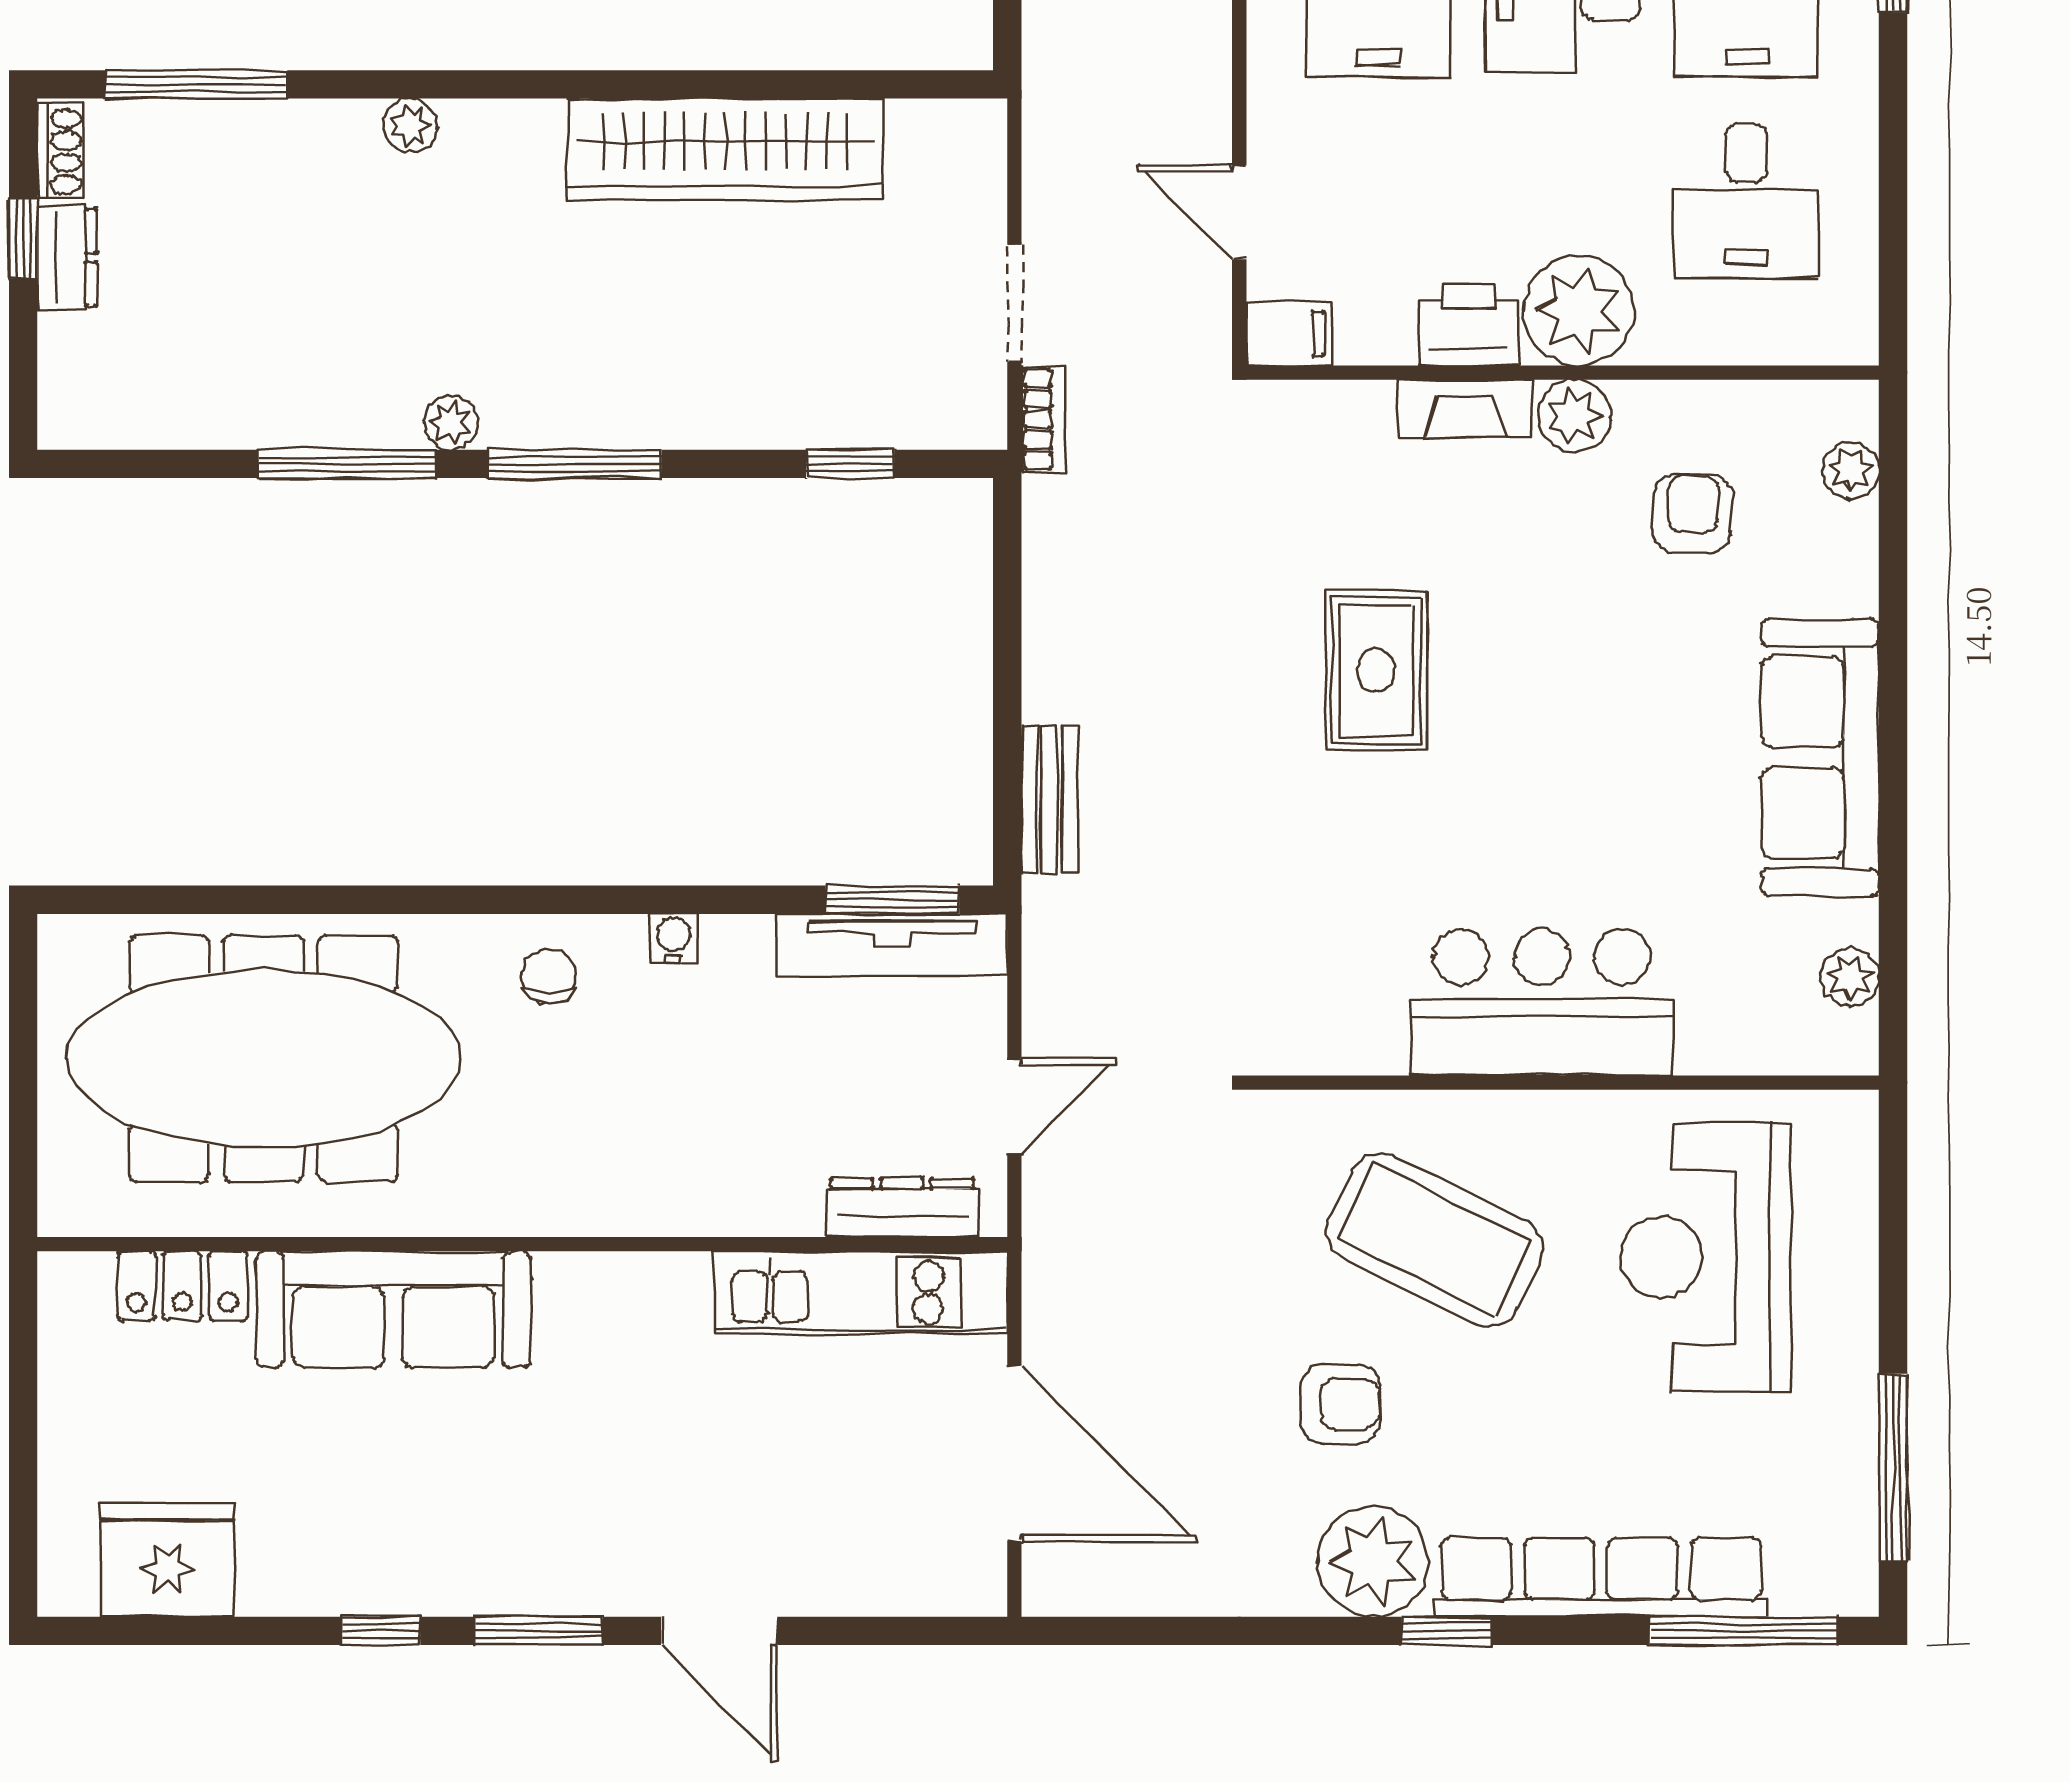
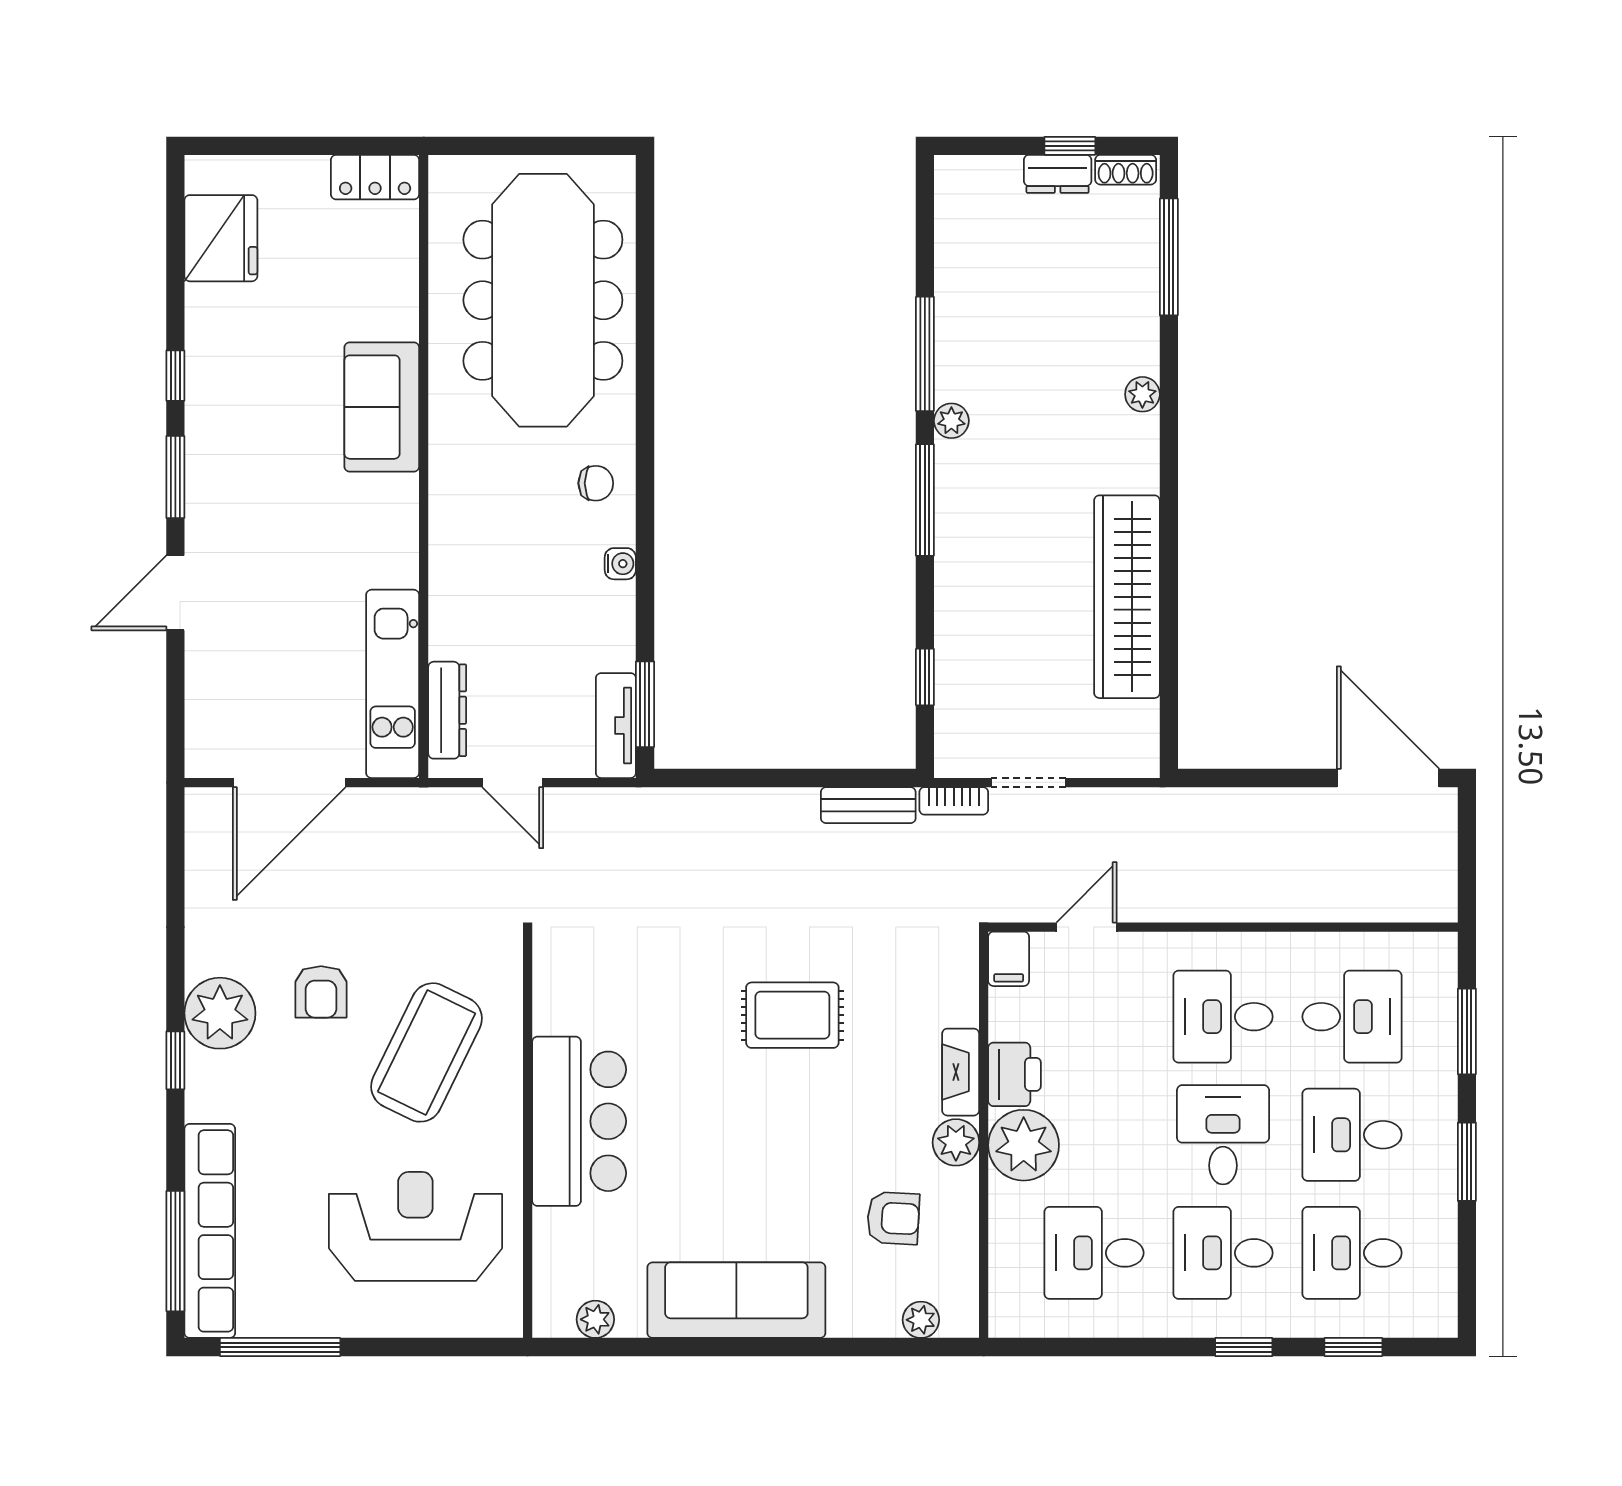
bench: (1050, 800) -> (868, 805), moved
tv unit: (892, 945) -> (616, 726), width x0.71
locker: (182, 1286) -> (375, 177), moved, turned -90
sofa: (393, 1309) -> (382, 407), width x0.73
row of seats: (1601, 1577) -> (210, 1231), moved

